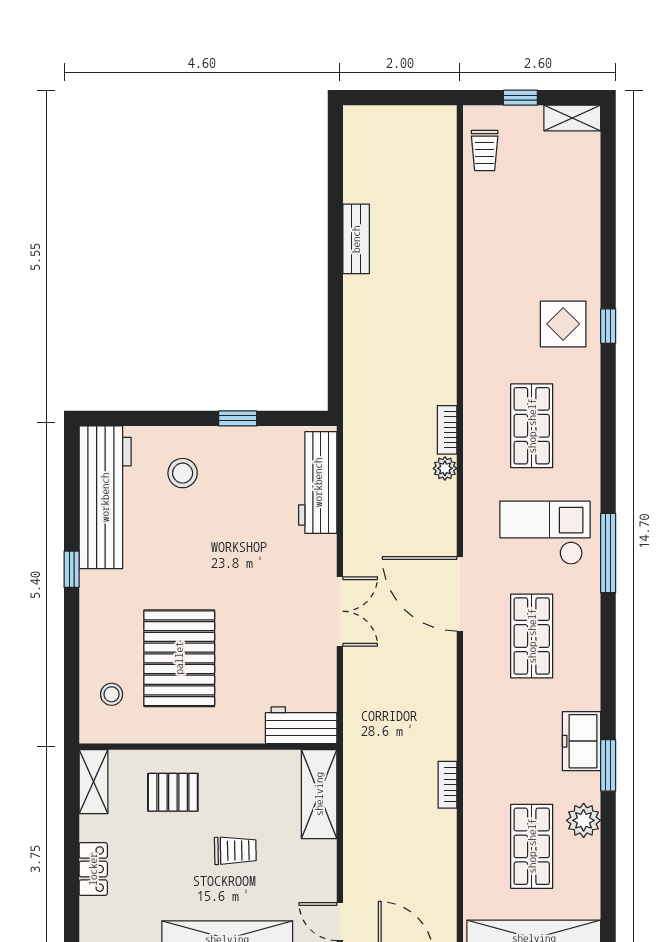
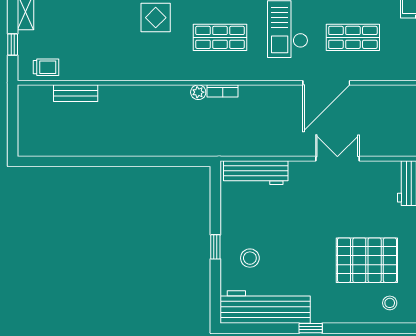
bench: (356, 239) -> (76, 93), moved
window: (238, 418) -> (215, 247), moved
plant: (445, 468) -> (198, 92), moved

